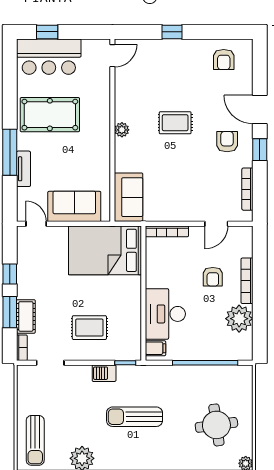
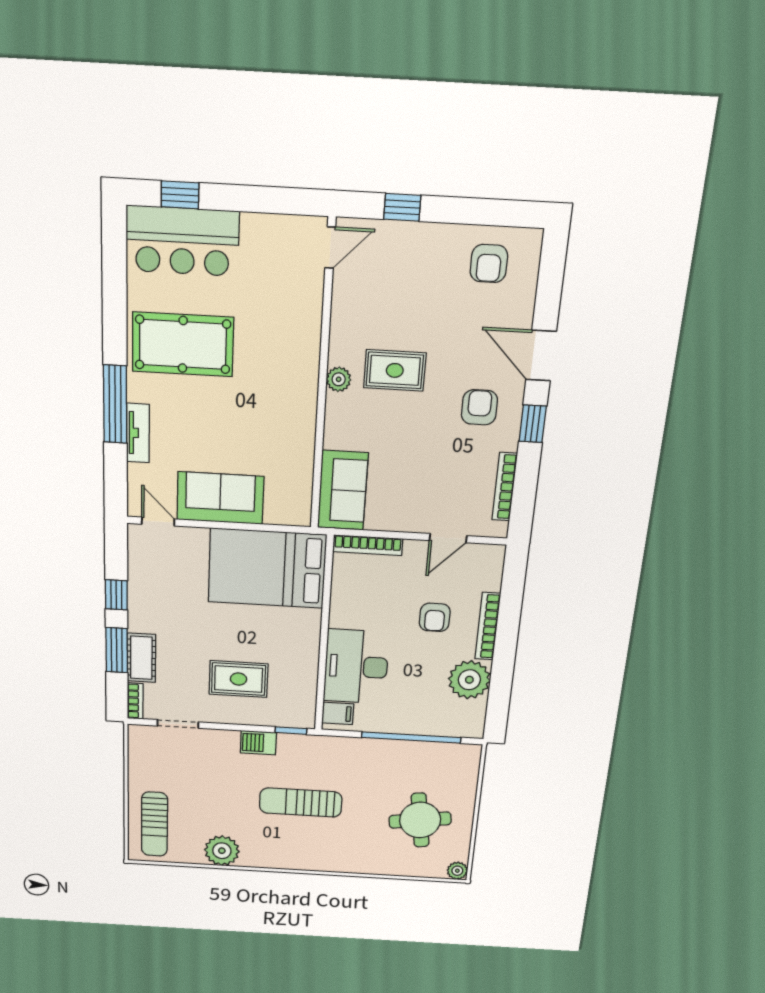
door: (112, 56) -> (330, 248), moved
wall: (112, 130) -> (323, 379), moved
plant: (122, 130) -> (339, 379), moved
sofa: (129, 197) -> (343, 490), moved

